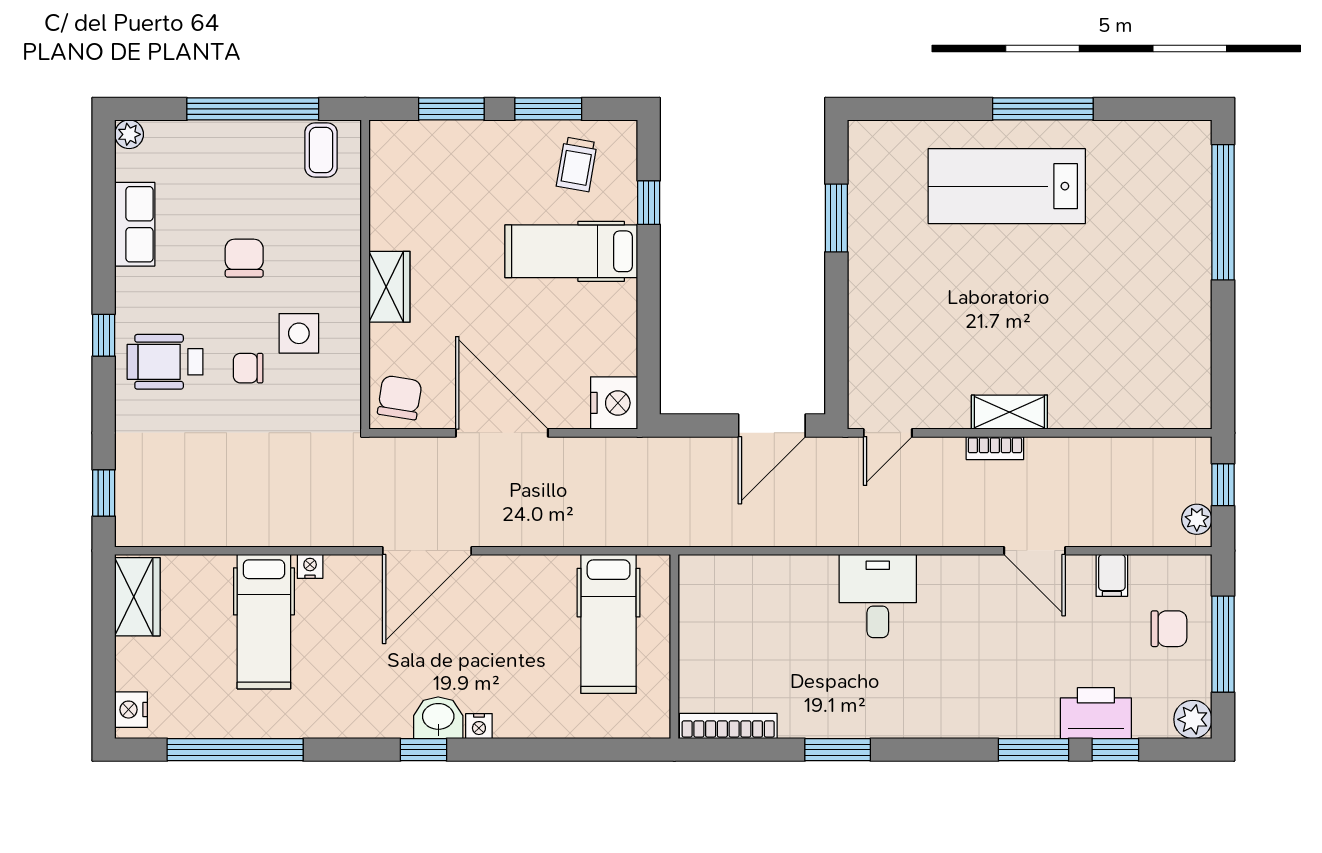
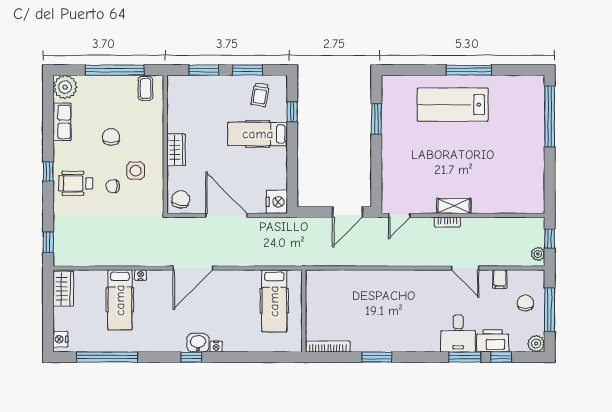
plant: (129, 134) -> (65, 87), width x1.87, depth x1.87
desk: (878, 596) -> (458, 334), moved, turned 180
chair: (1169, 629) -> (525, 303), turned -90

